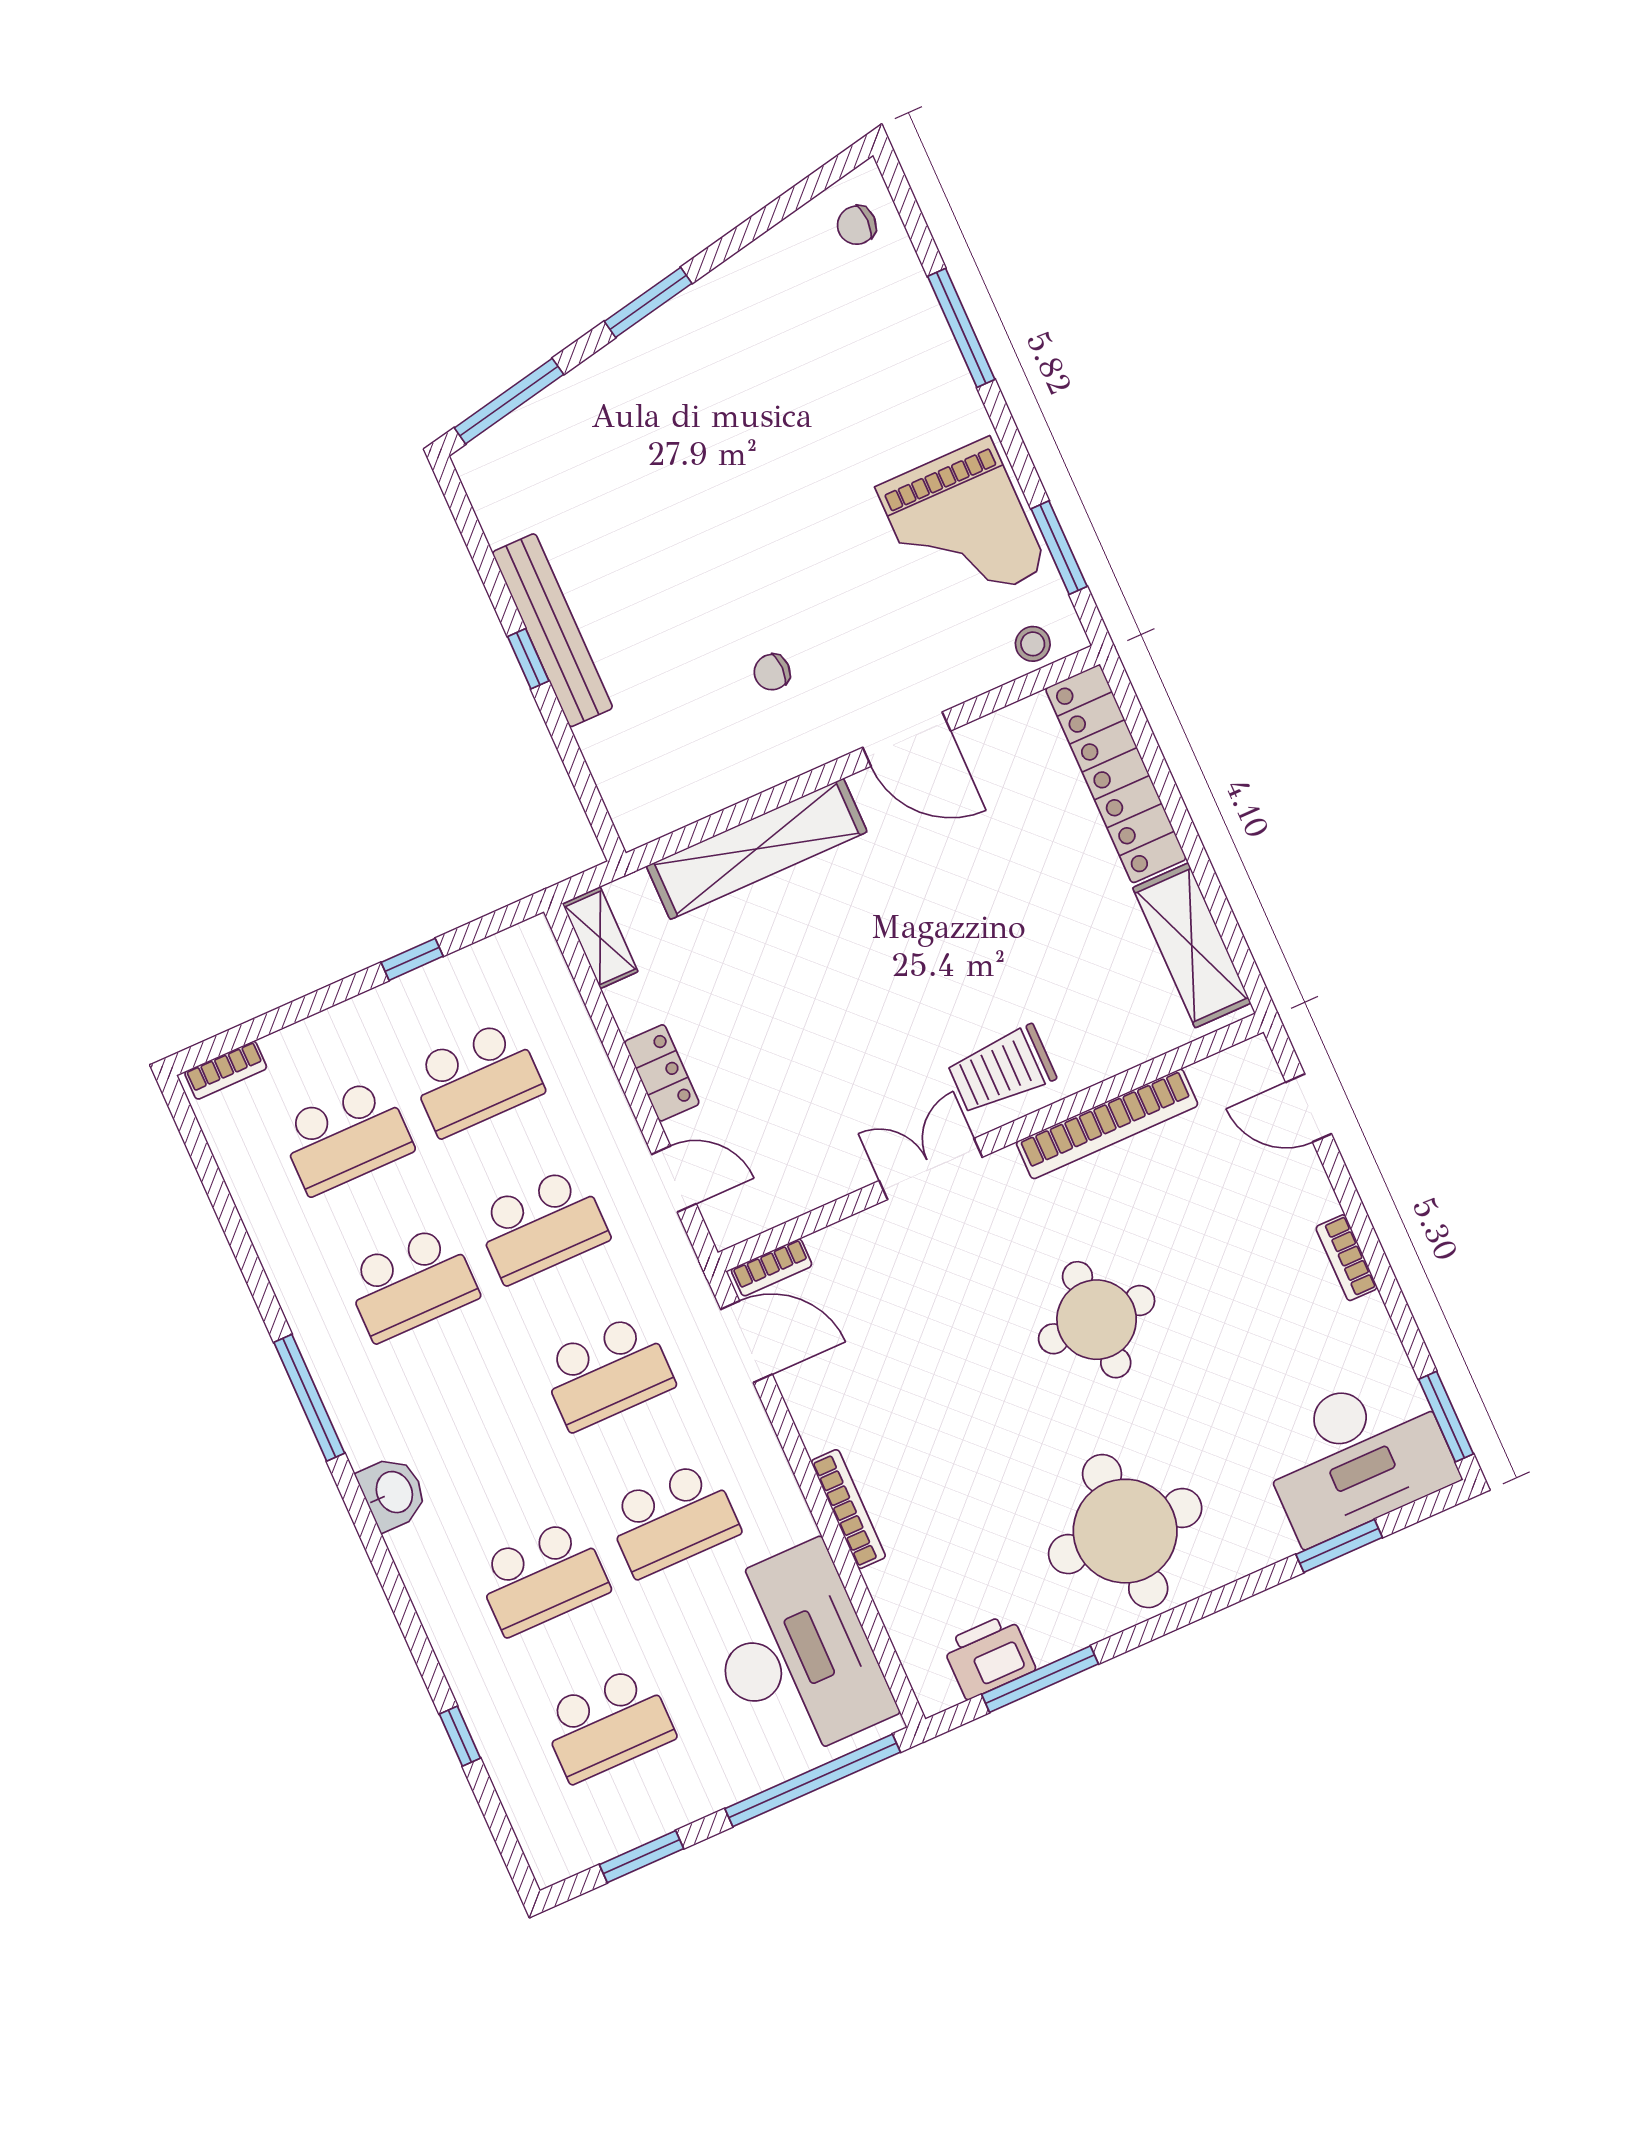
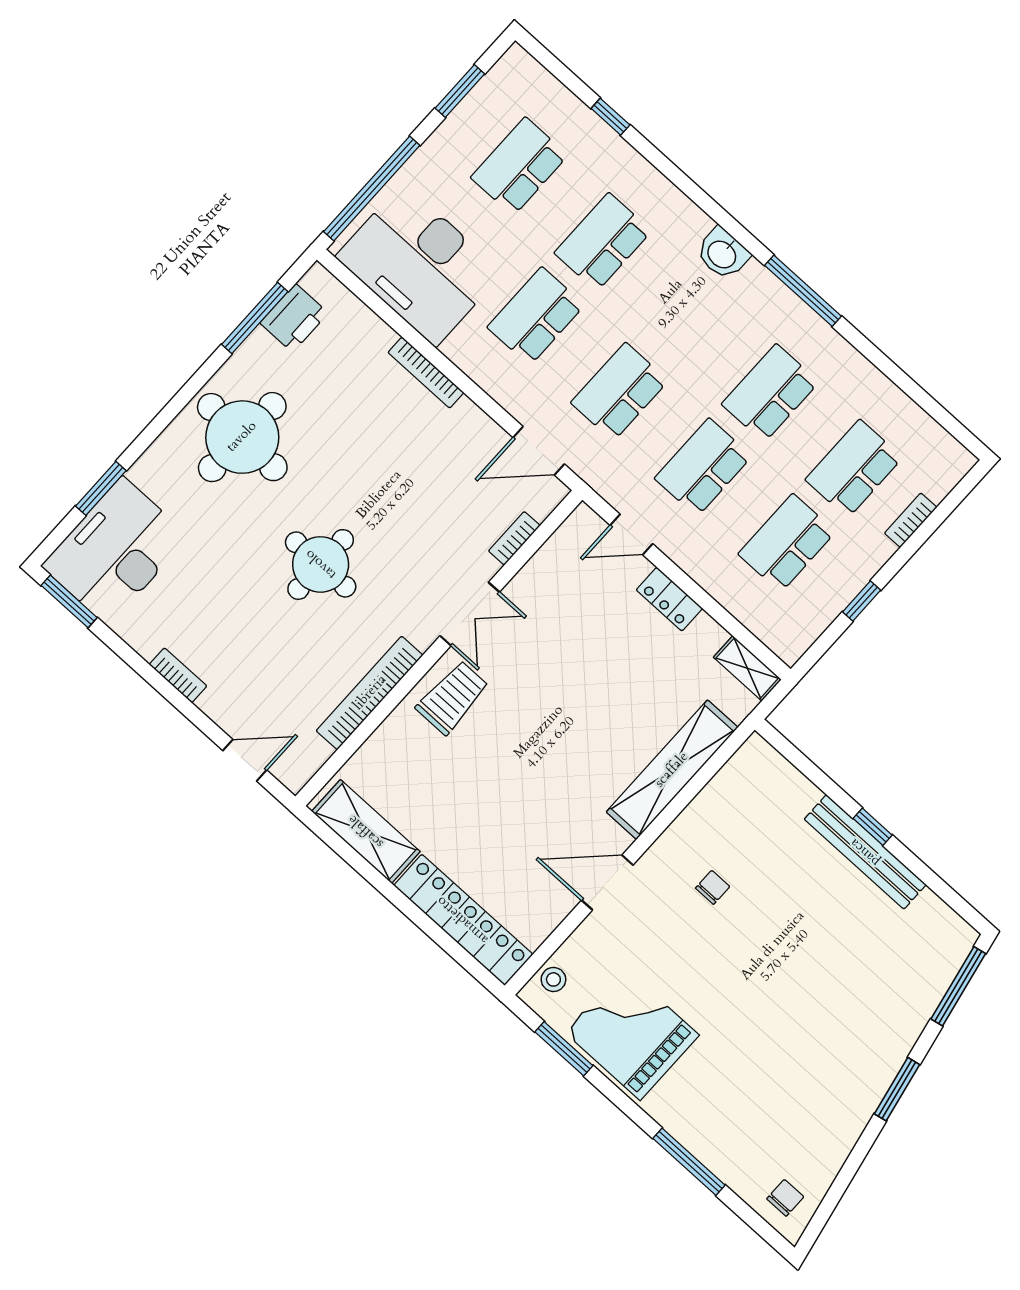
bookcase: (226, 1070) -> (911, 520), moved
bookcase: (772, 1267) -> (514, 538), moved

